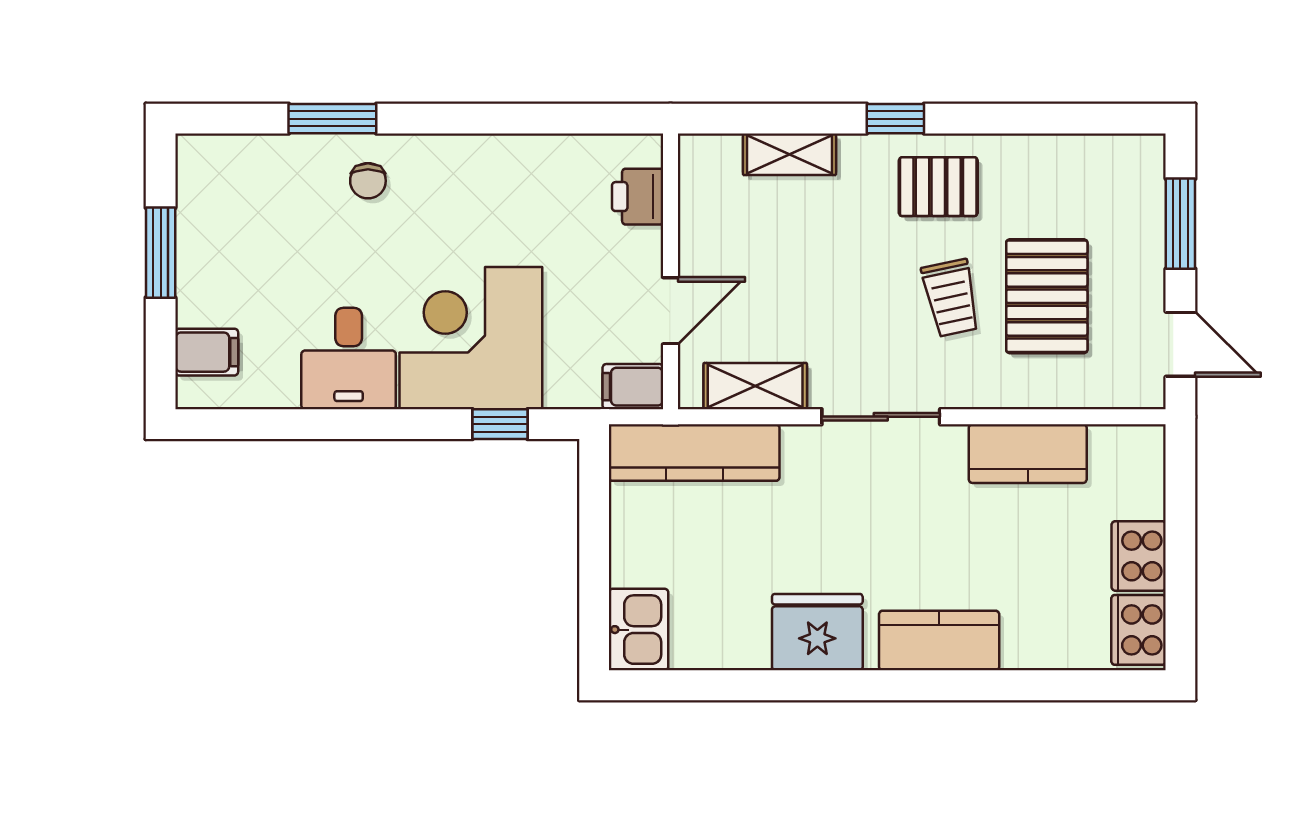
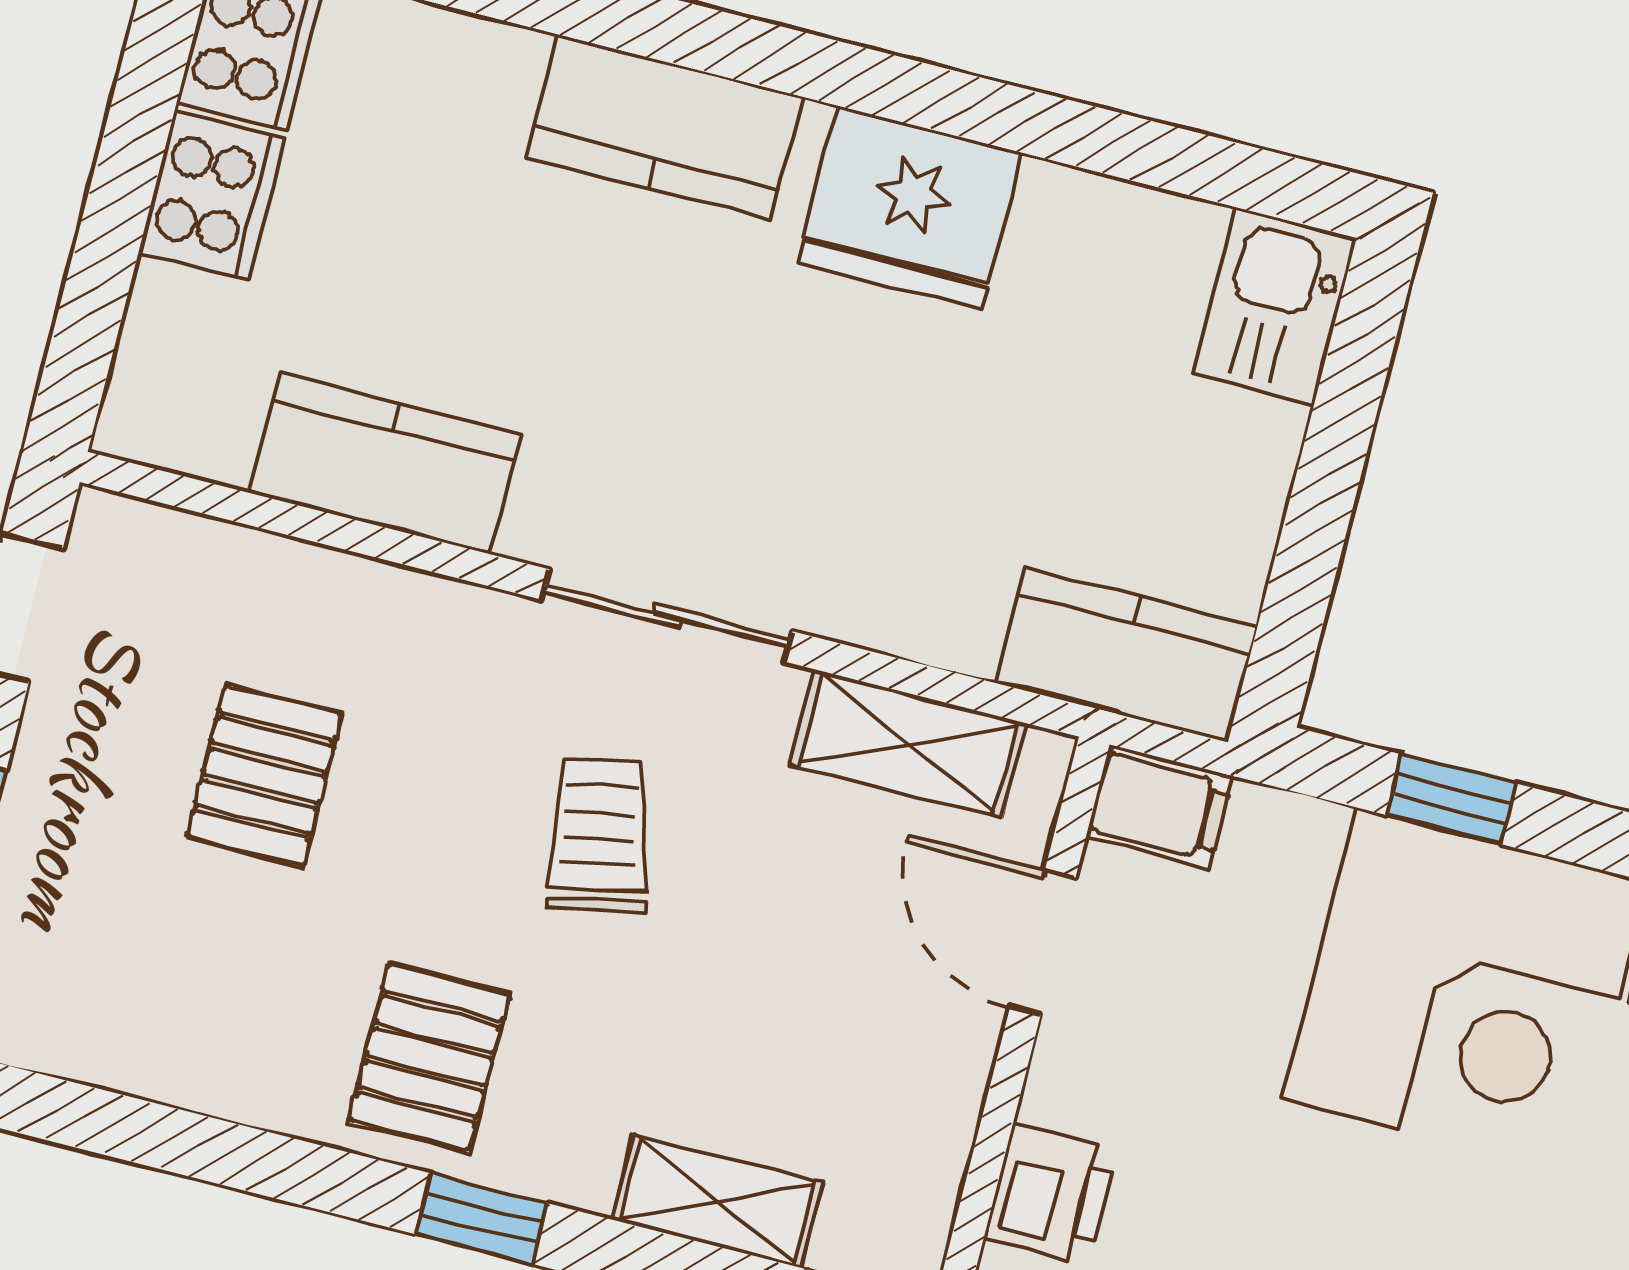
pallet: (938, 187) -> (429, 1057), turned 90
pallet: (1047, 296) -> (264, 776), width x0.67, depth x0.71
trolley: (951, 298) -> (599, 836), moved
door: (670, 311) -> (1043, 942), hinge flipped
kitchen counter: (694, 453) -> (1127, 655), width x0.67

